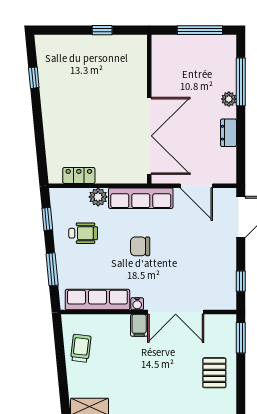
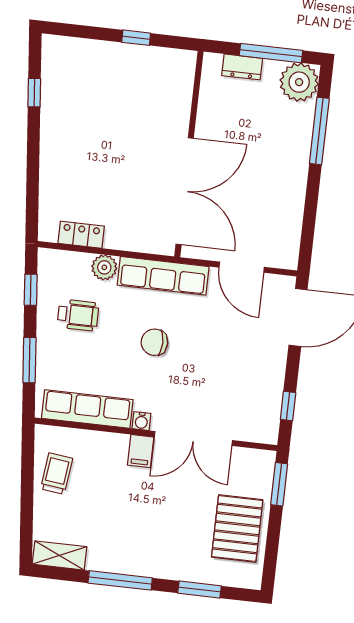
plant: (229, 99) -> (299, 82), moved, width x1.88, depth x1.88
dresser: (228, 133) -> (242, 67), moved, turned -90
pallet: (214, 373) -> (237, 528), width x1.50, depth x1.42

